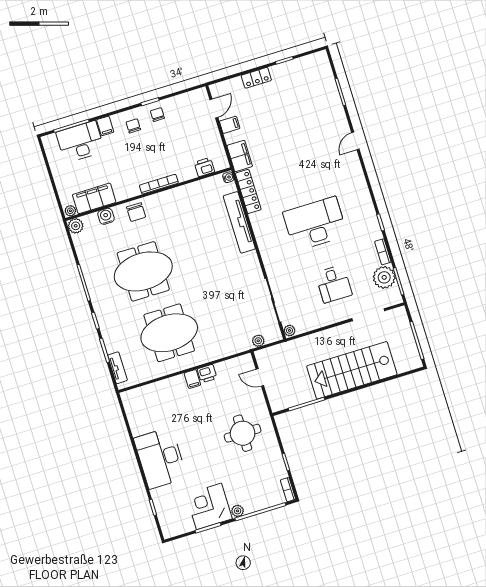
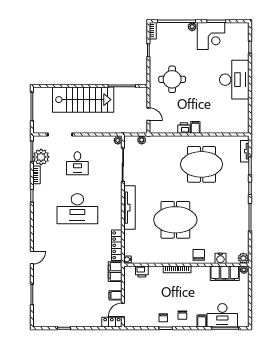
locker: (256, 78) -> (112, 322), moved
tv unit: (239, 222) -> (130, 208), moved
meeting table: (143, 271) -> (175, 220), moved
desk: (334, 284) -> (77, 163), turned 180

